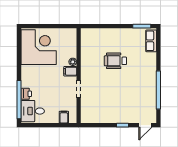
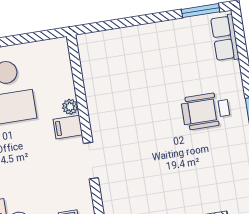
wheelchair: (115, 61) -> (206, 111), moved

